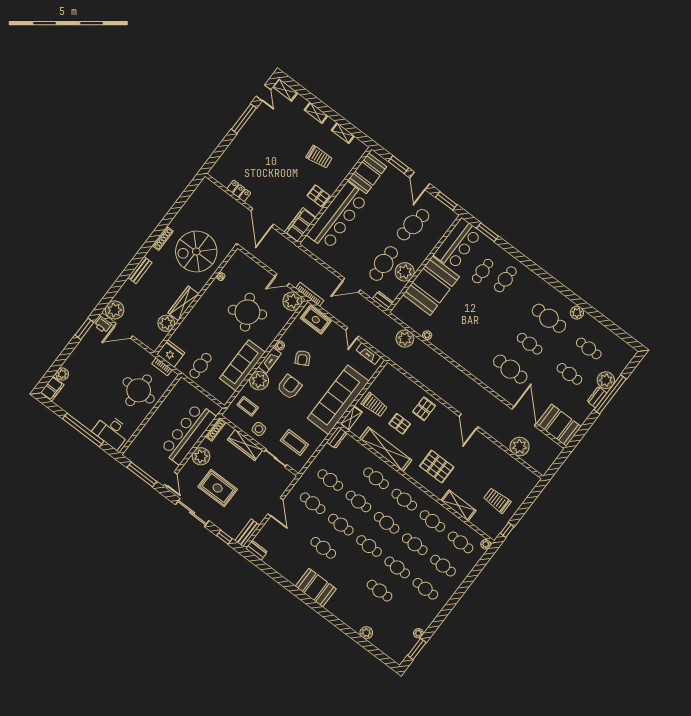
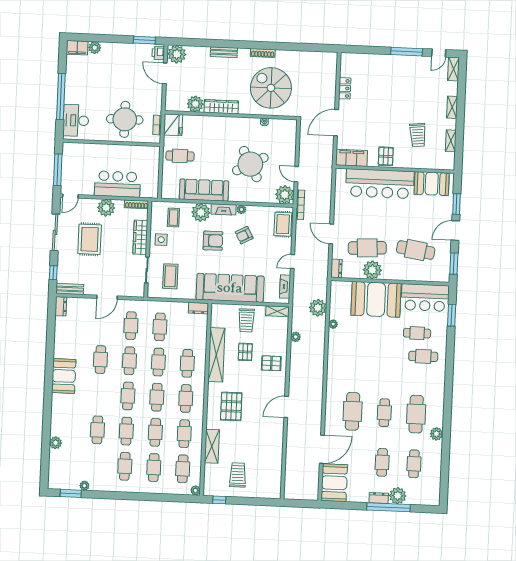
shelving: (351, 418) -> (277, 311), moved
bar counter: (188, 433) -> (117, 184), width x0.73
plant: (520, 447) -> (296, 337), moved, width x0.53, depth x0.53

